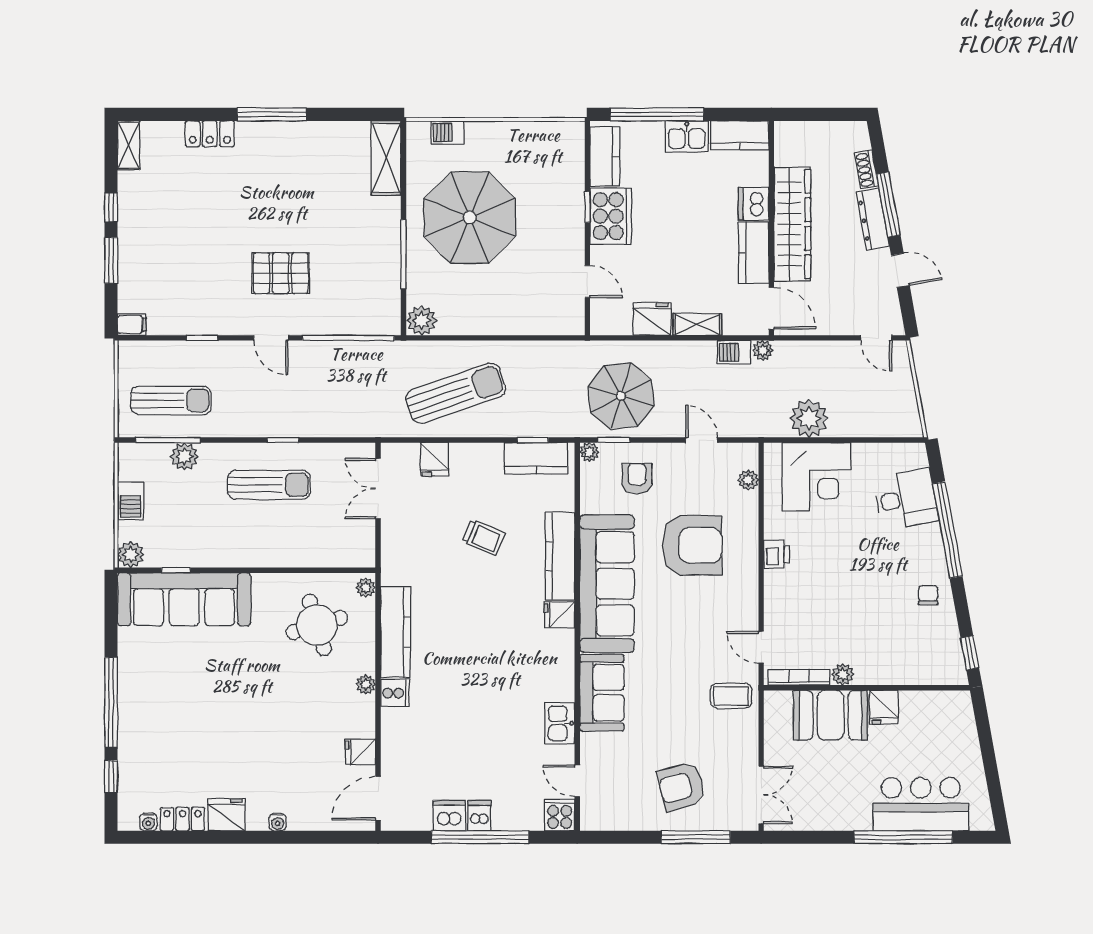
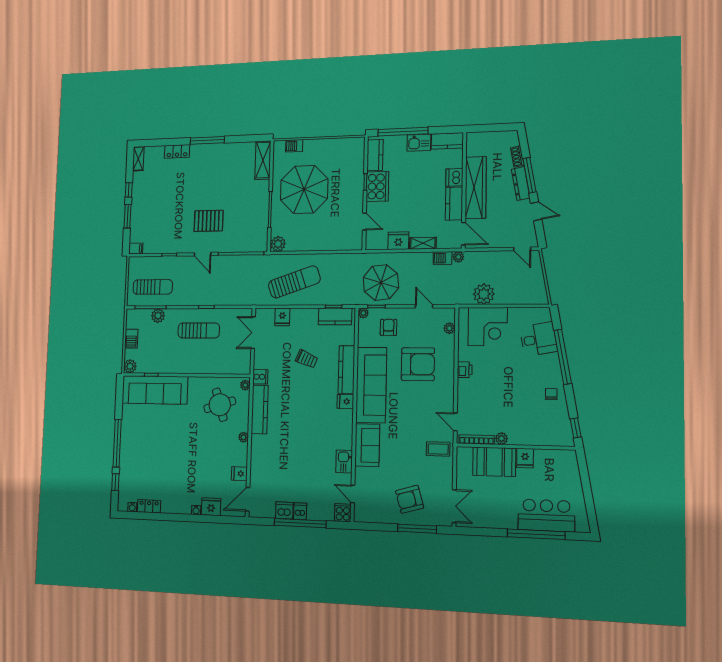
cooker: (395, 693) -> (260, 377), moved
fridge: (226, 815) -> (211, 507), moved

